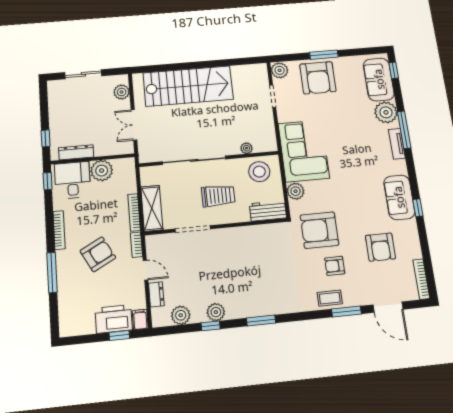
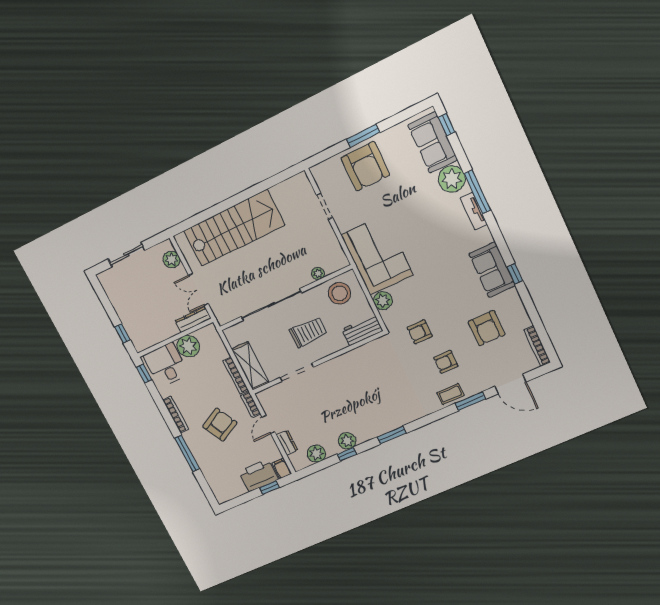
plant: (280, 70) -> (321, 173), removed
dresser: (76, 152) -> (193, 320), moved
armchair: (319, 230) -> (420, 332), width x0.53, depth x0.53
door: (146, 270) -> (268, 425), swing flipped

